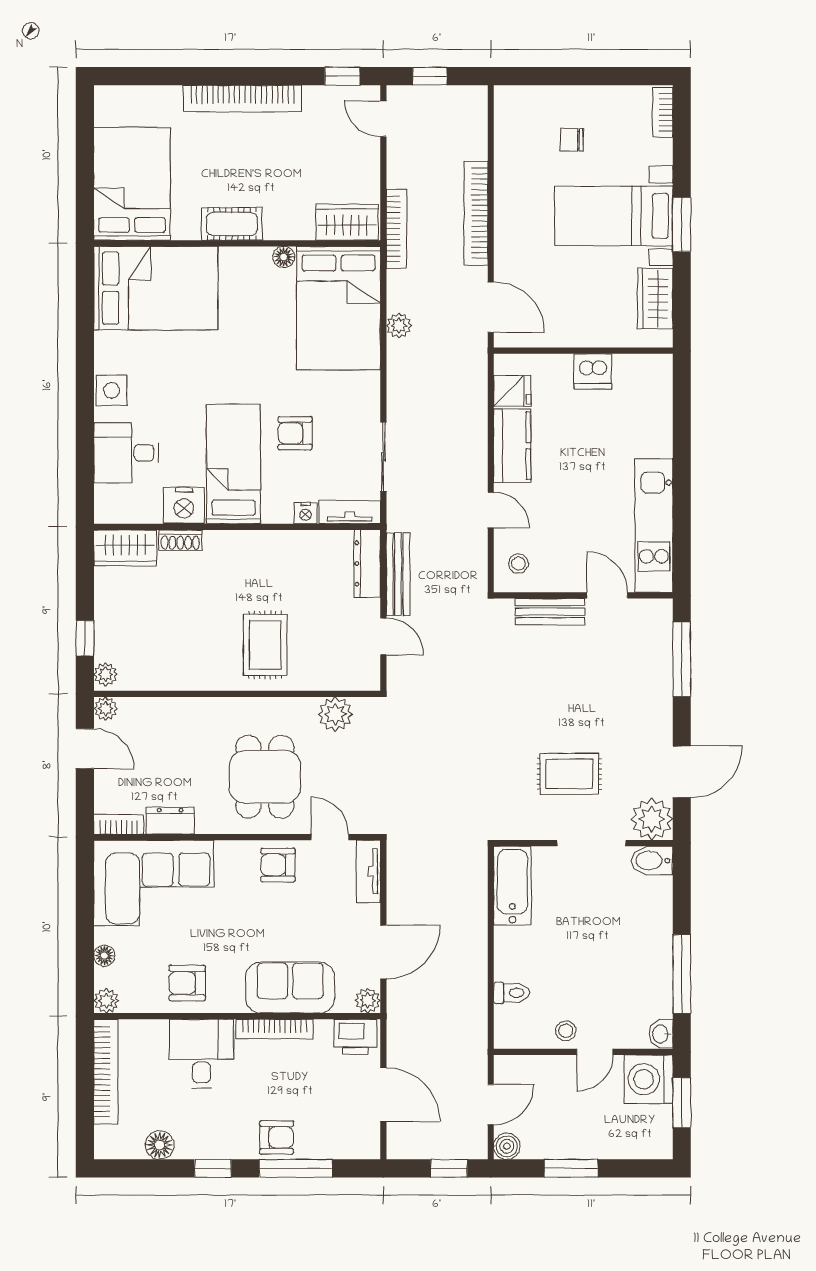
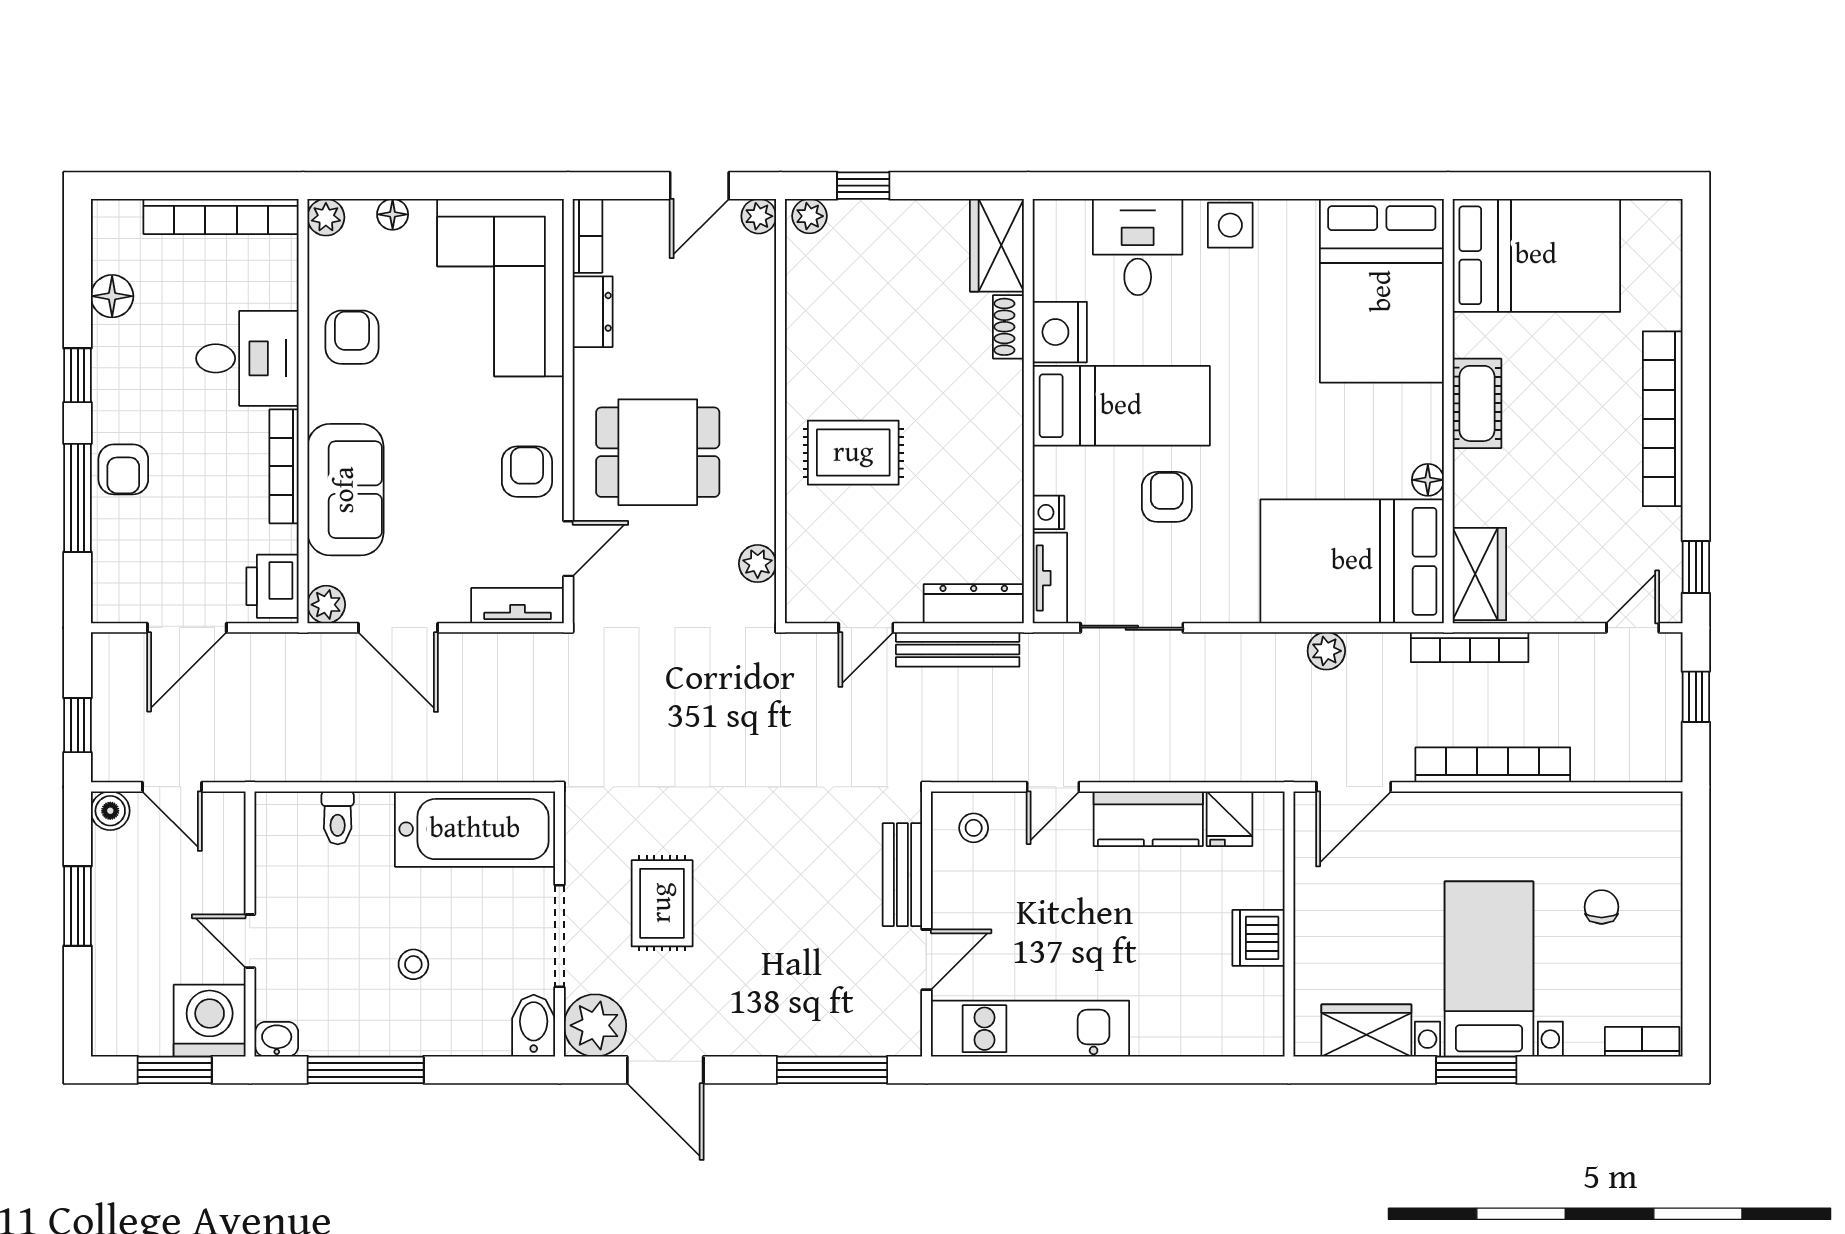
plant: (335, 714) -> (758, 564), width x0.73, depth x0.73
bathtub: (512, 886) -> (475, 829), width x1.36, depth x1.36
stool: (566, 1031) -> (413, 964), moved

